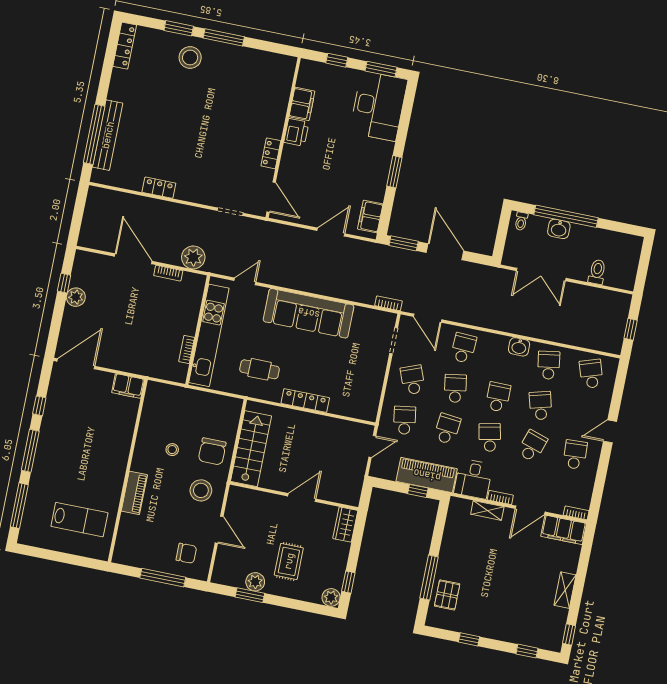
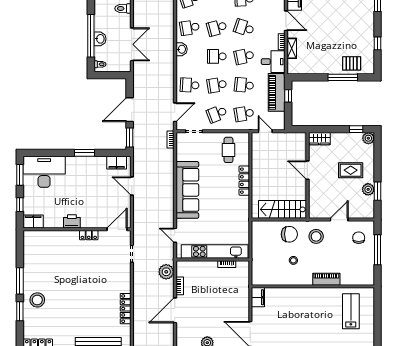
filing cabinet: (302, 104) -> (33, 221), moved
locker: (159, 188) -> (126, 309), width x1.53
cafe table: (260, 369) -> (228, 150), moved

